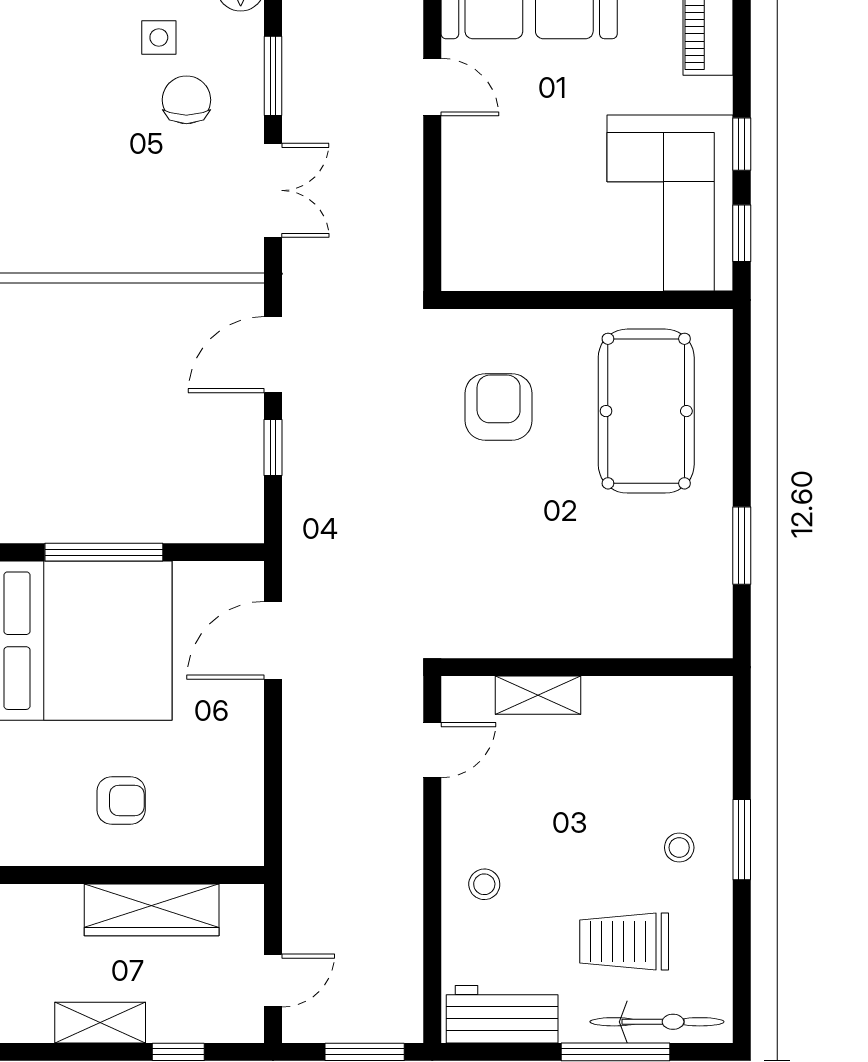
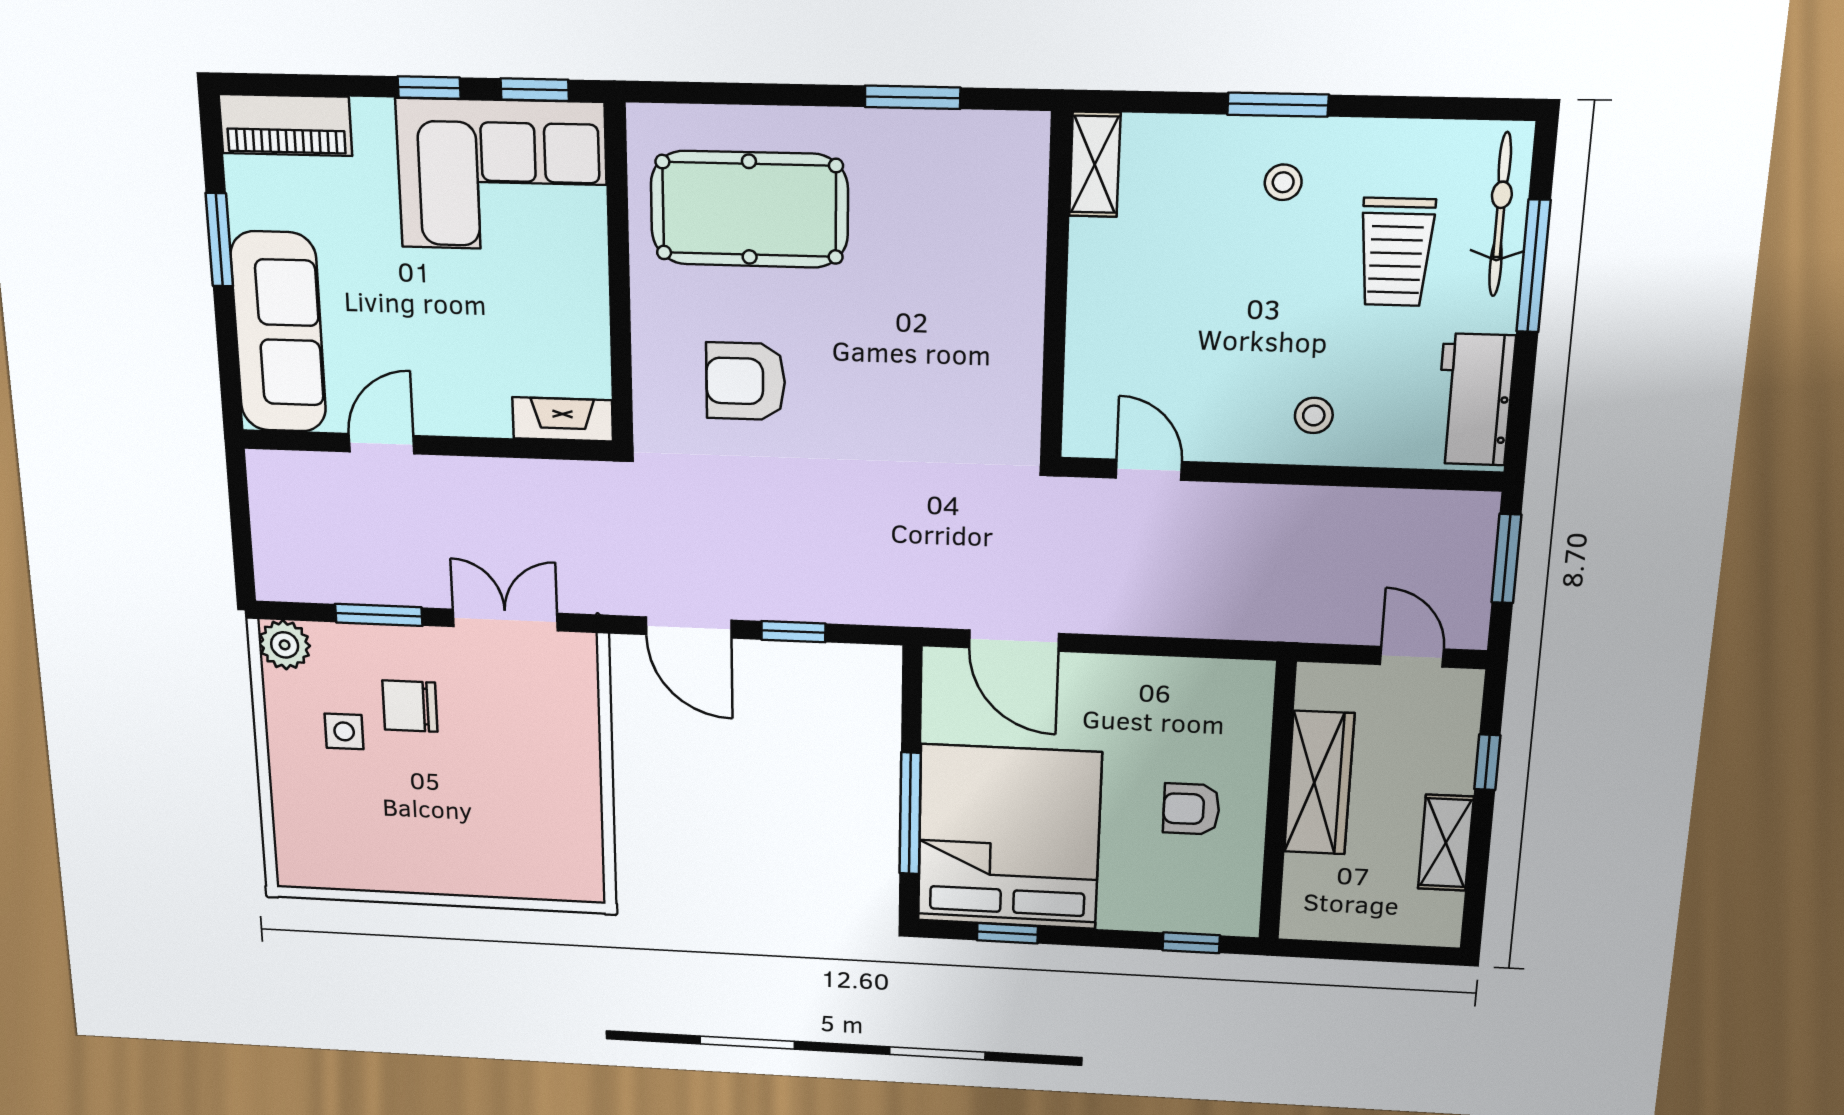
fireplace: (460, 248) -> (563, 419), added
shelving: (538, 695) -> (1095, 164), moved
armchair: (121, 800) -> (1191, 809), turned -90

